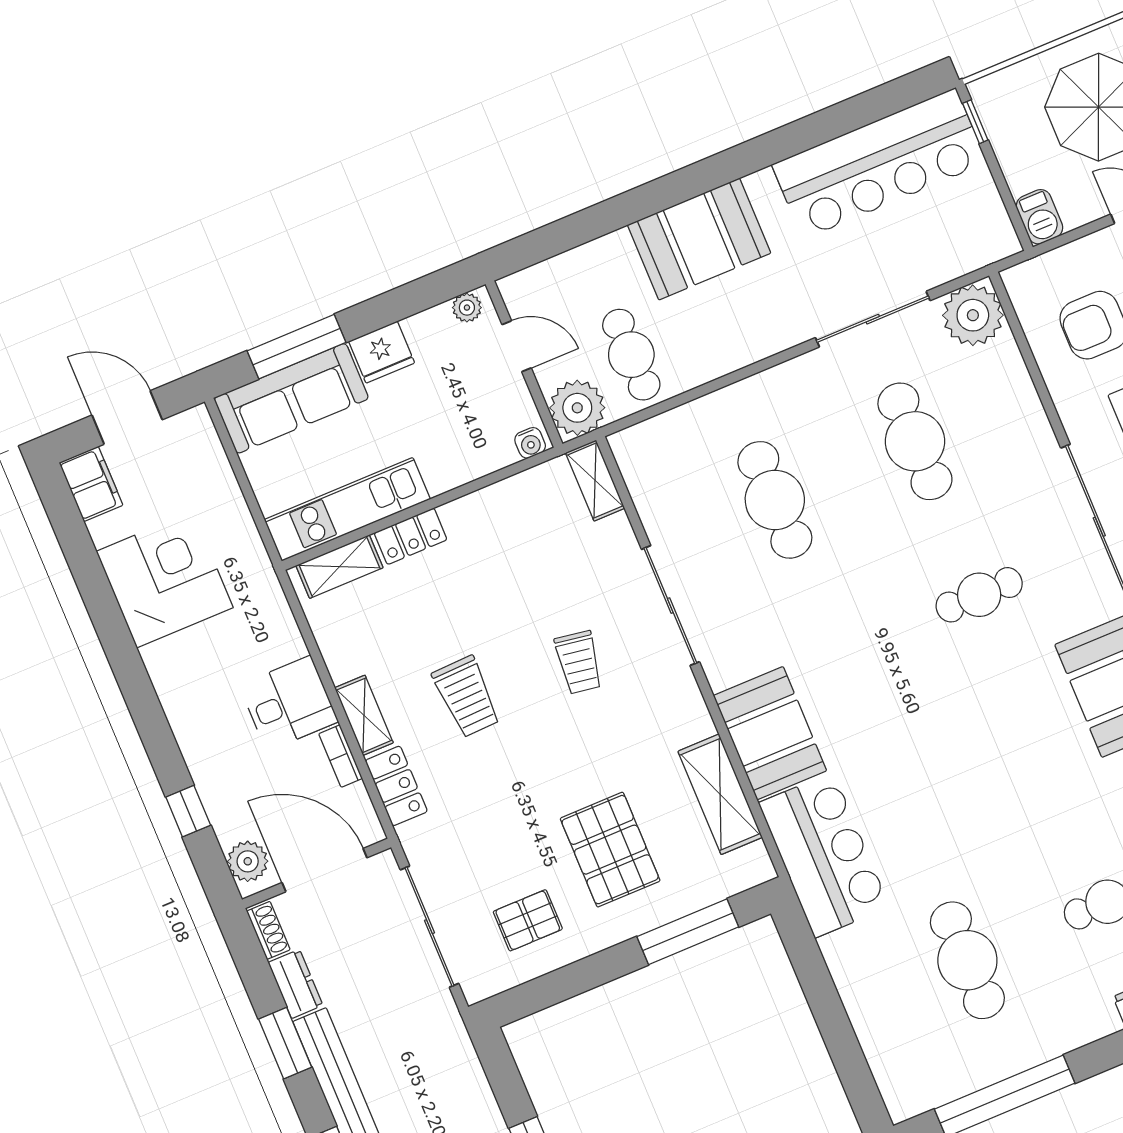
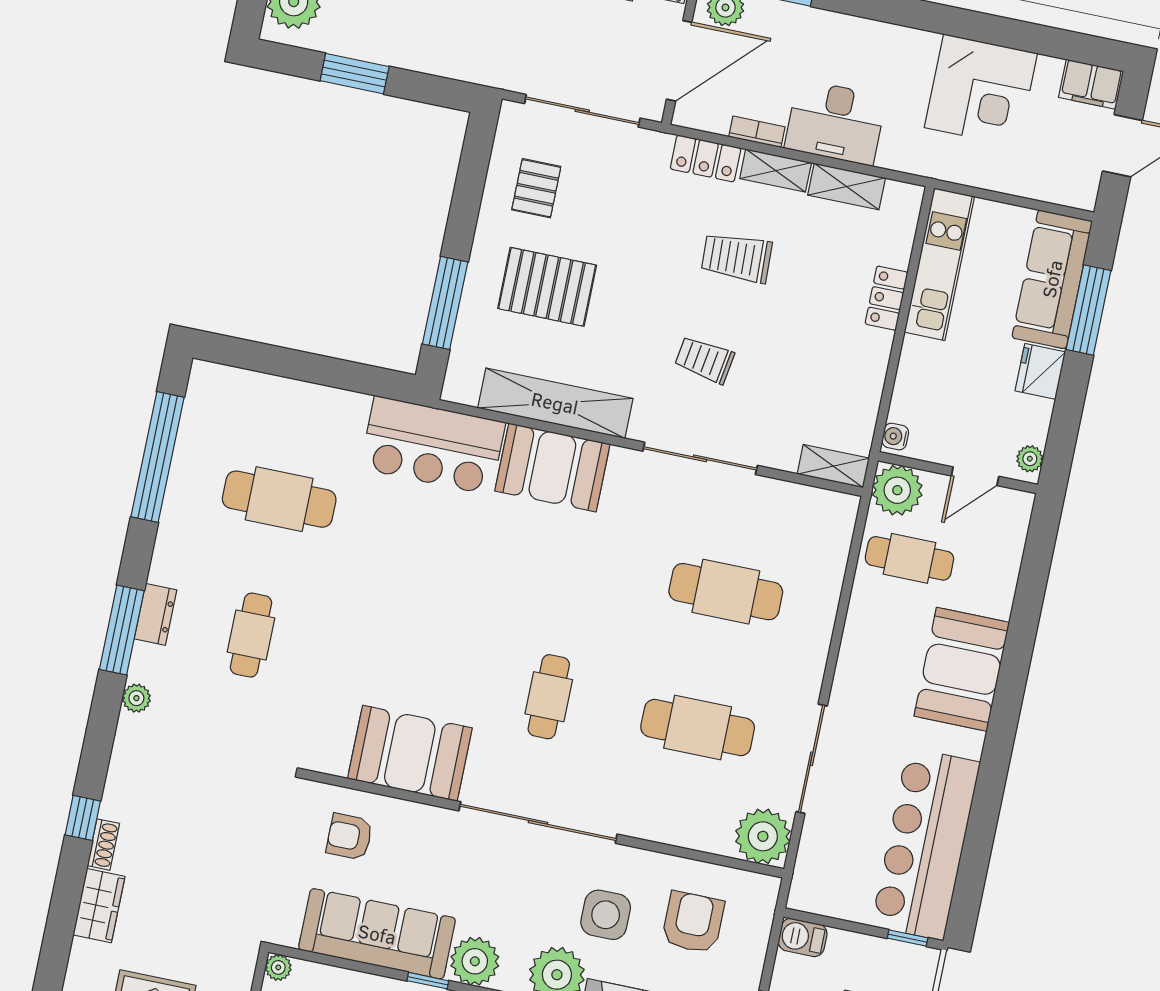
shelving: (339, 567) -> (847, 187), moved, turned 90
desk: (289, 703) -> (835, 122), width x1.37
shelving: (720, 794) -> (555, 403), width x1.47

